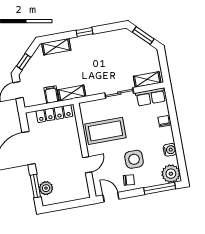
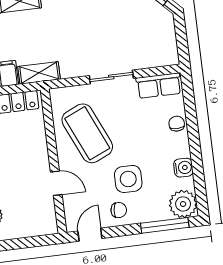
shelving: (147, 79) -> (155, 59), removed
coffee table: (106, 131) -> (87, 133), turned 66
door: (87, 165) -> (56, 183), hinge flipped
door: (111, 197) -> (90, 235), hinge flipped

